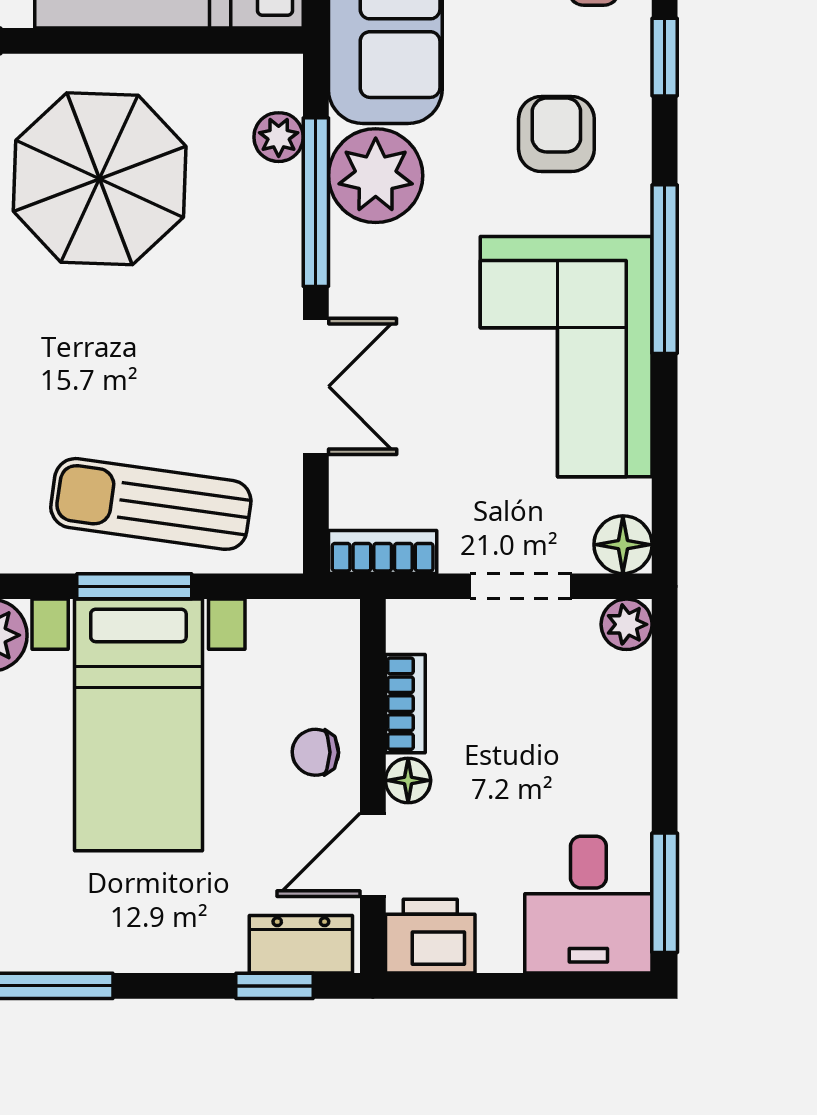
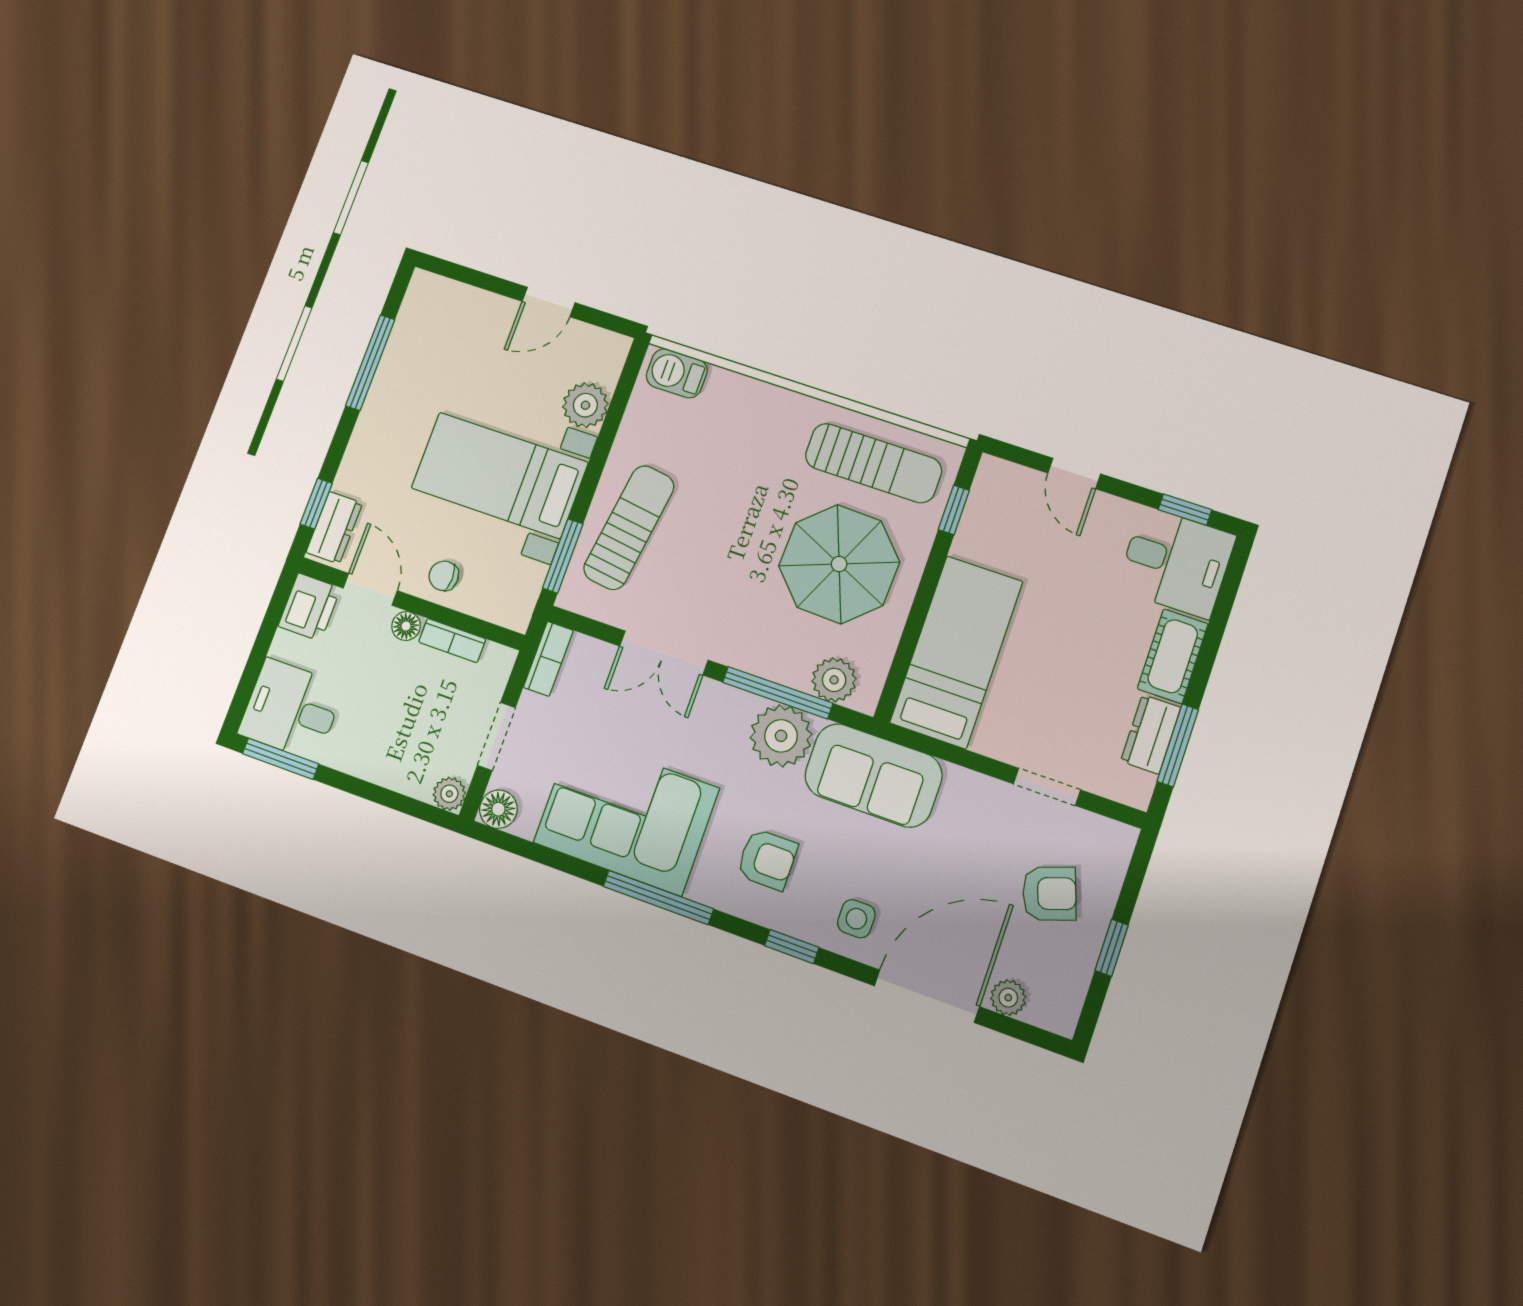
plant: (279, 137) -> (834, 680), width x1.38, depth x1.38
window: (134, 586) -> (563, 556), moved
chair: (315, 752) -> (444, 576), turned -91

